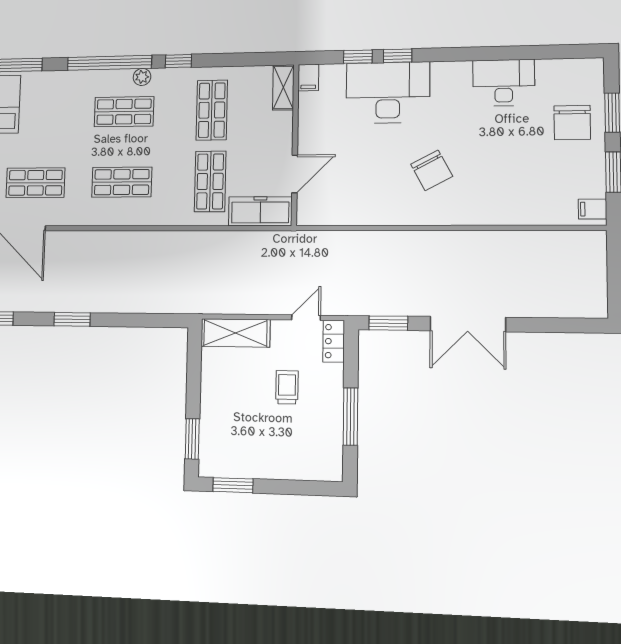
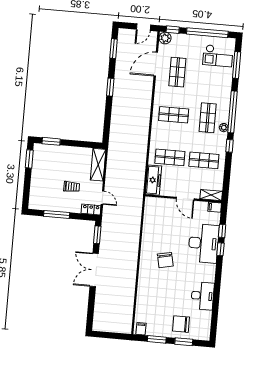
chair: (432, 170) -> (165, 260), turned -74
door: (295, 174) -> (185, 199), moved
shop shelf: (122, 182) -> (174, 115), turned 90

